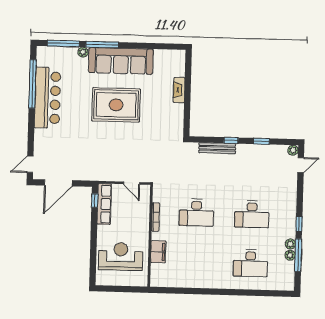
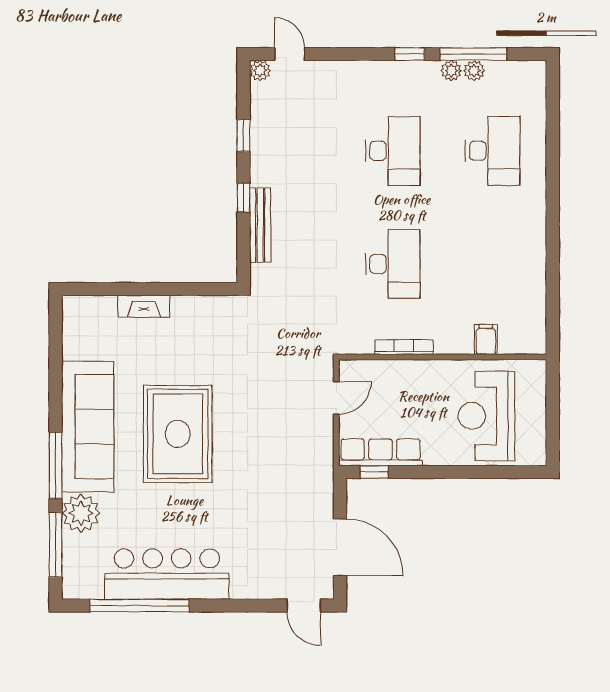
plant: (83, 52) -> (81, 513), width x1.87, depth x1.87
filing cabinet: (158, 252) -> (486, 340), width x0.50

